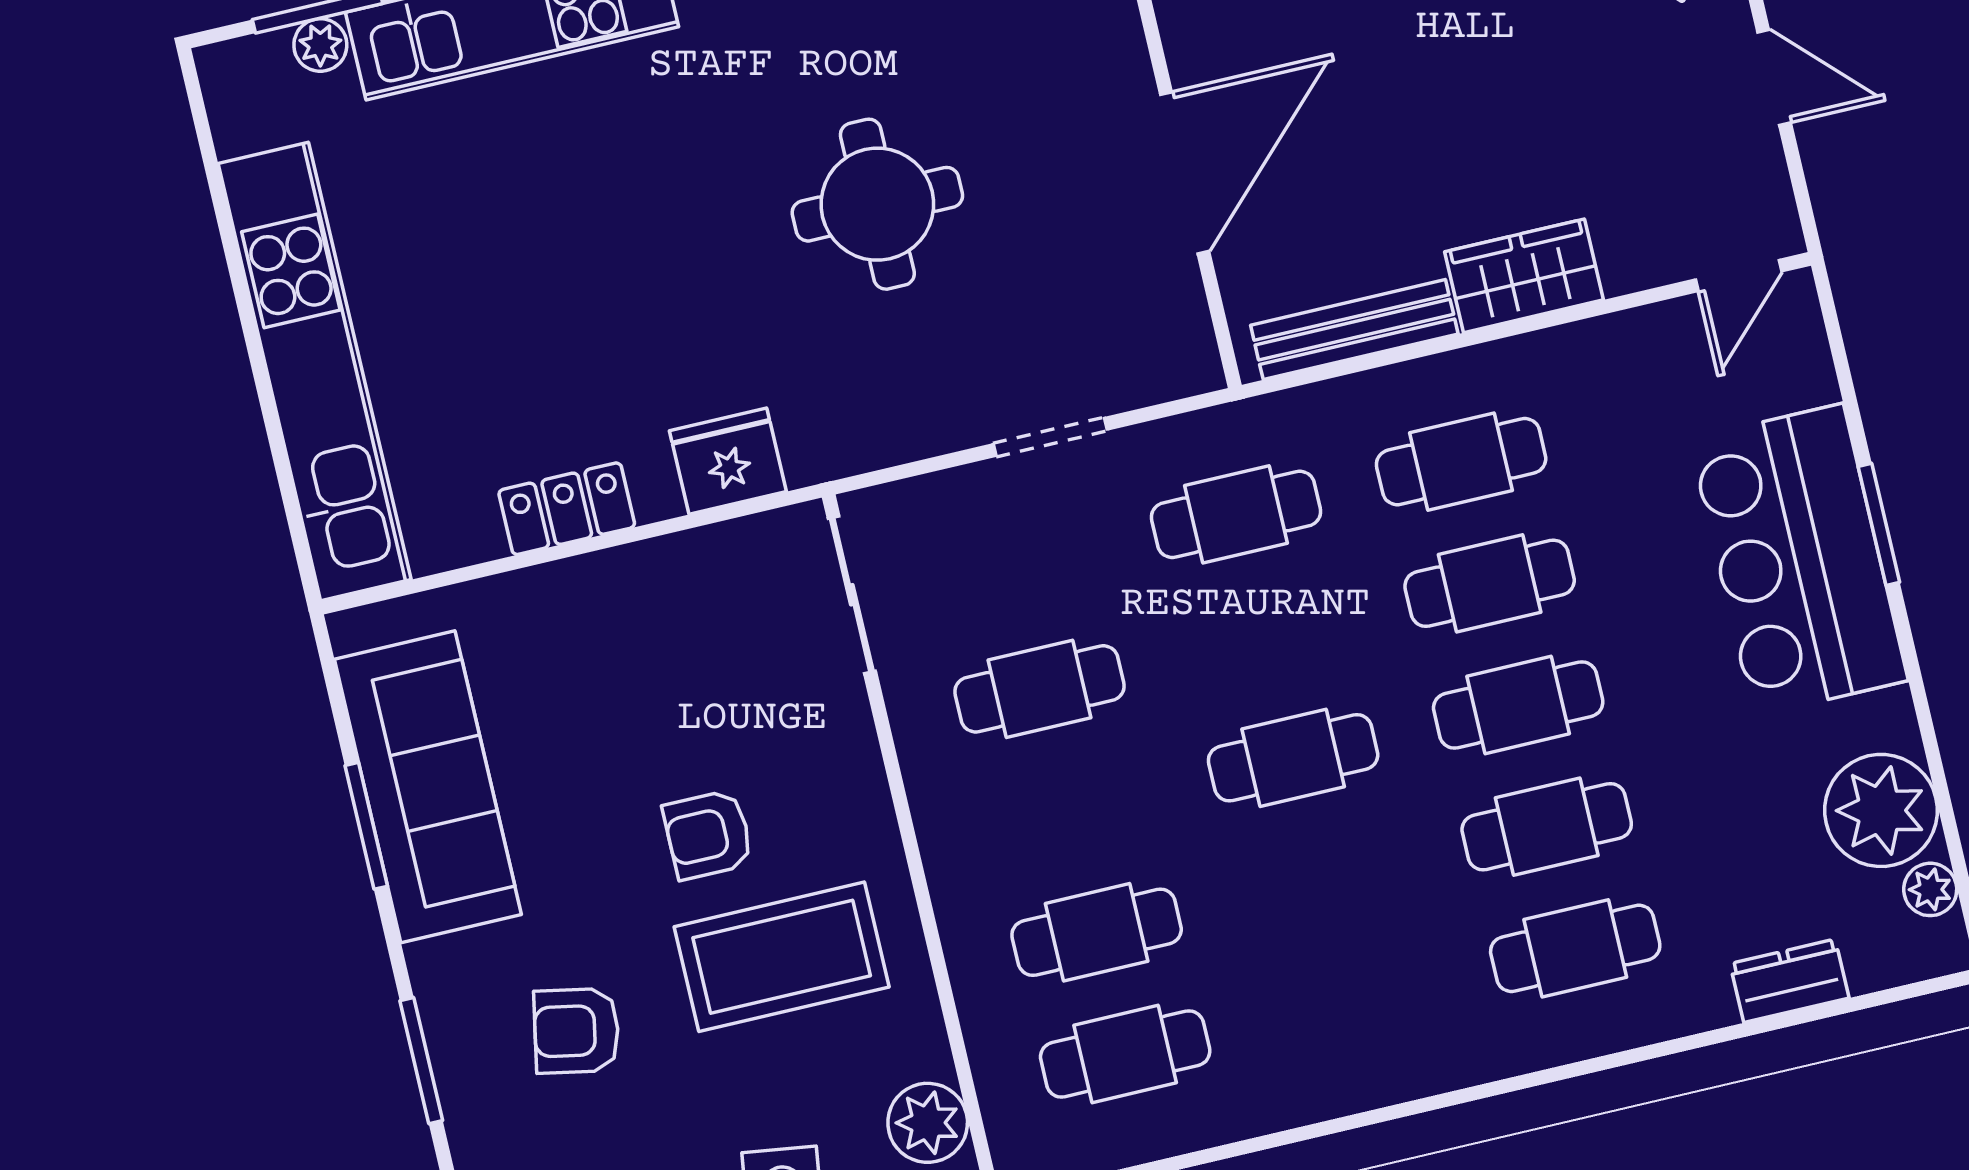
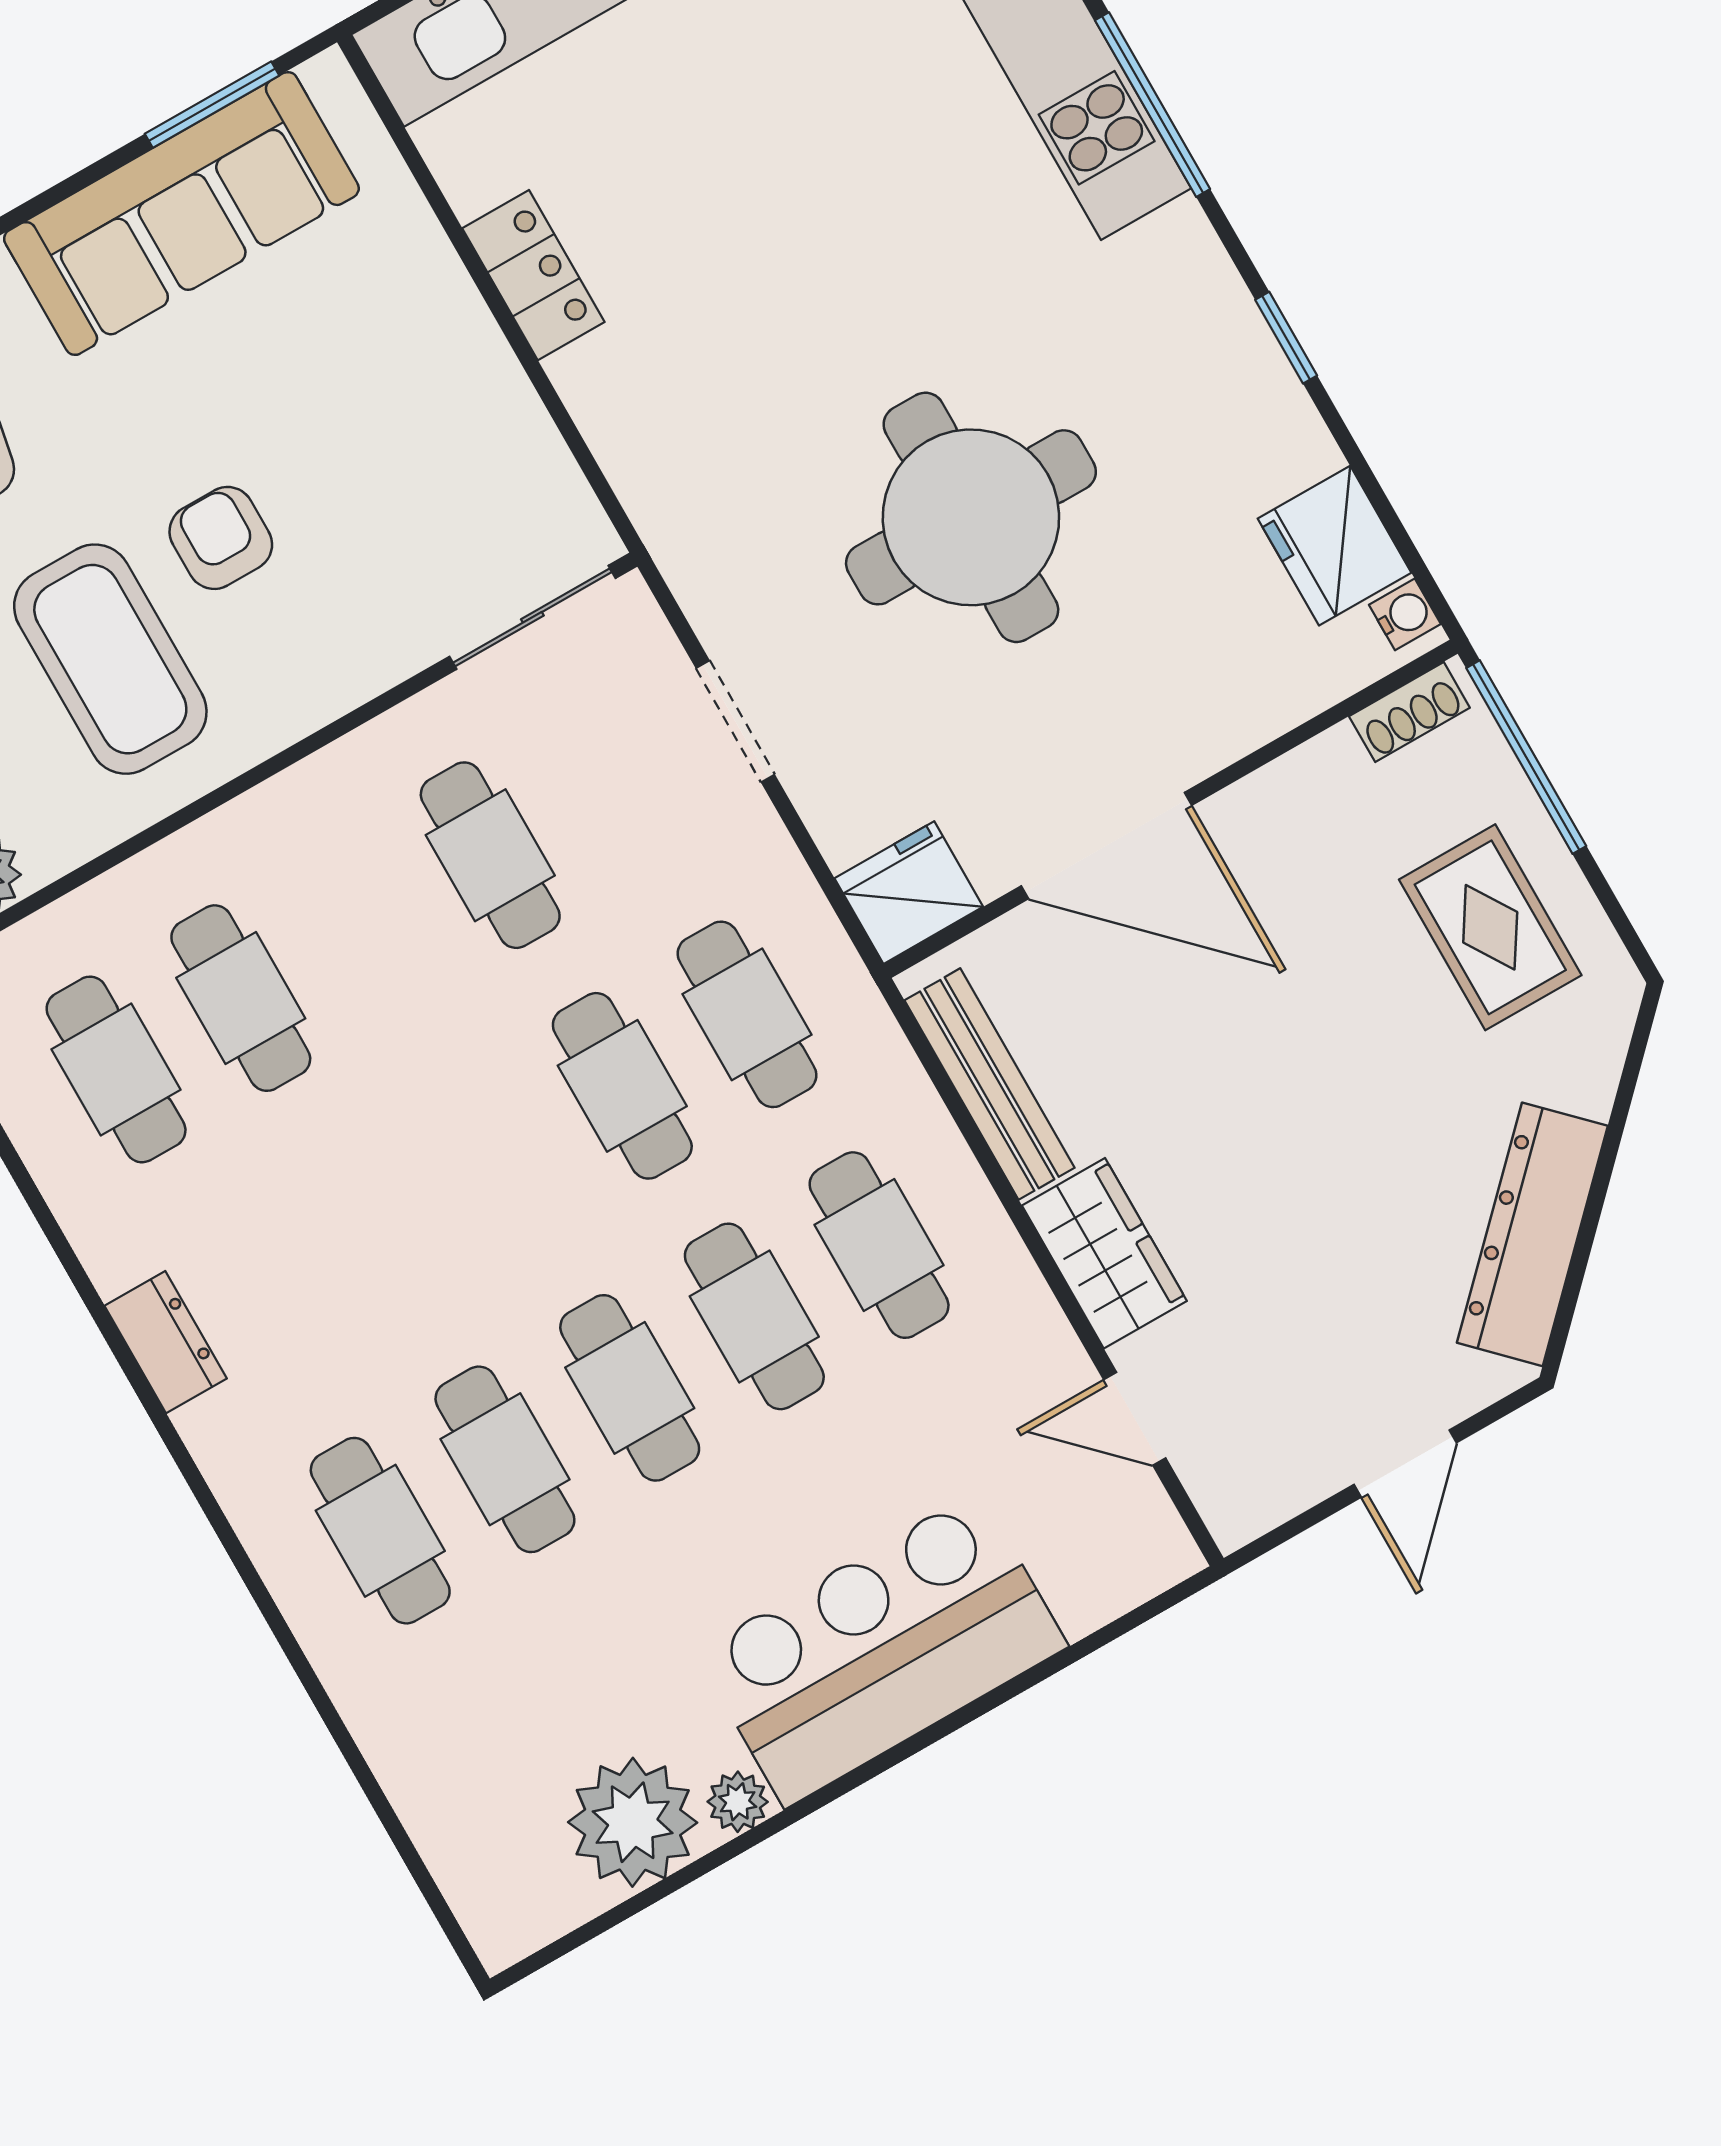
round table: (877, 204) -> (971, 517), width x1.36, depth x1.36
door: (1739, 275) -> (1135, 1419), moved
doorway: (1050, 437) -> (735, 721), moved
fridge: (728, 461) -> (909, 893), moved, turned -90
window: (1879, 524) -> (947, 1726), removed
cafe table: (1293, 758) -> (622, 1086), moved
window: (366, 826) -> (212, 105), moved
plant: (1930, 889) -> (738, 1802), moved
dresser: (1789, 981) -> (166, 1342), moved

